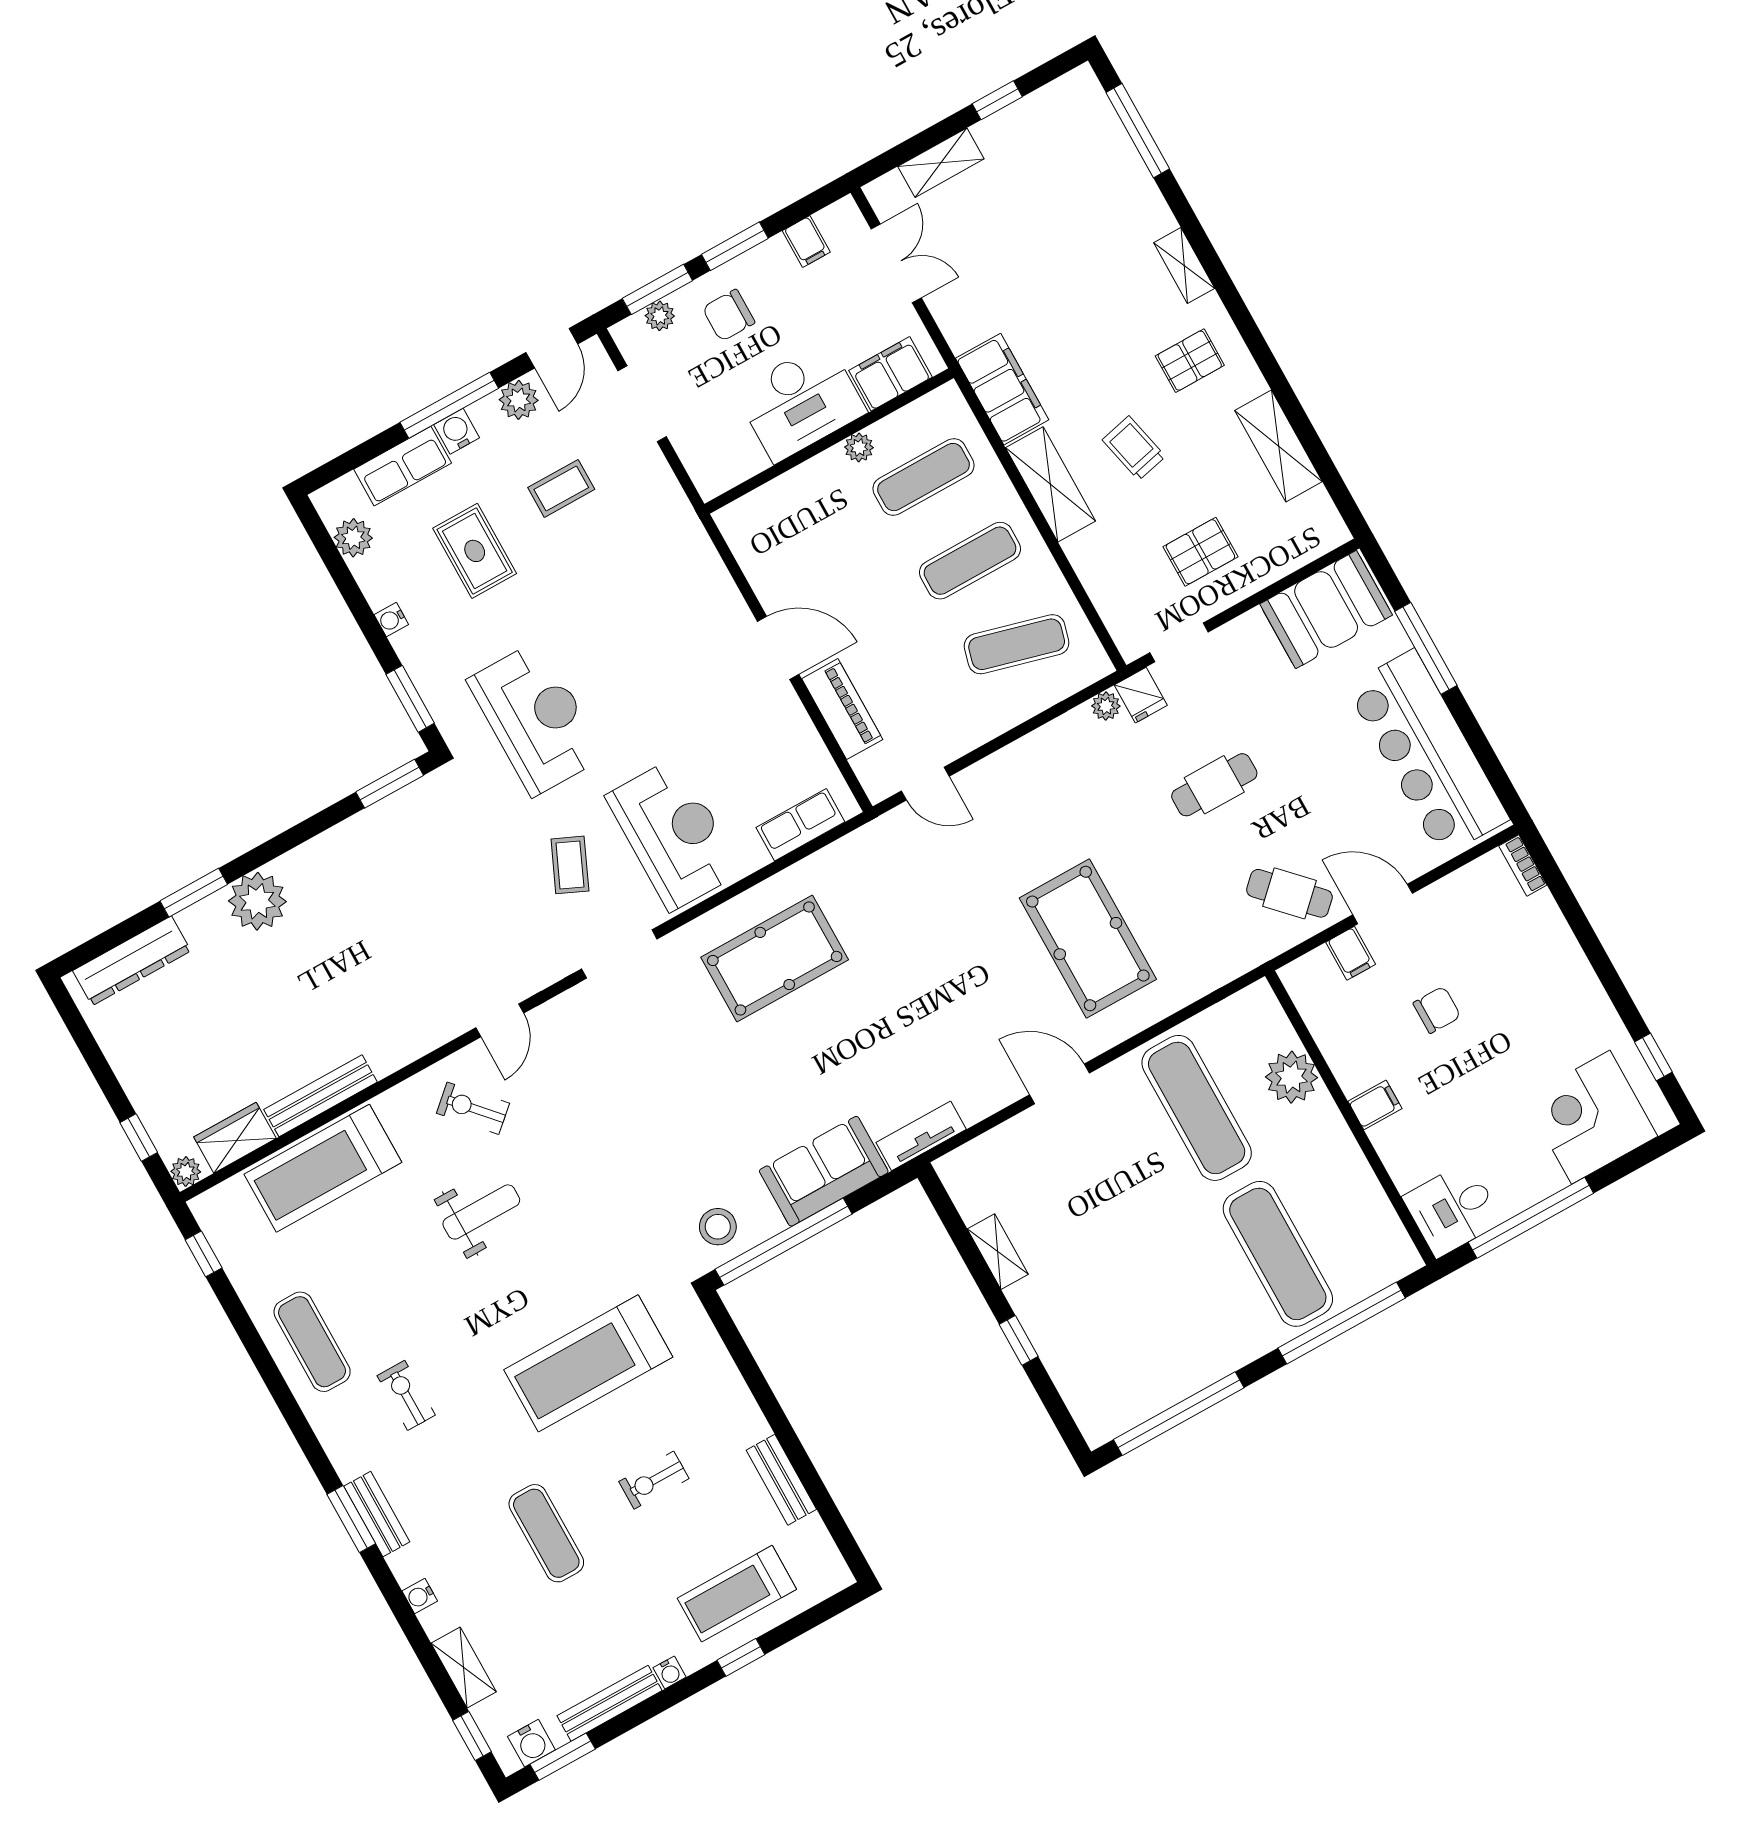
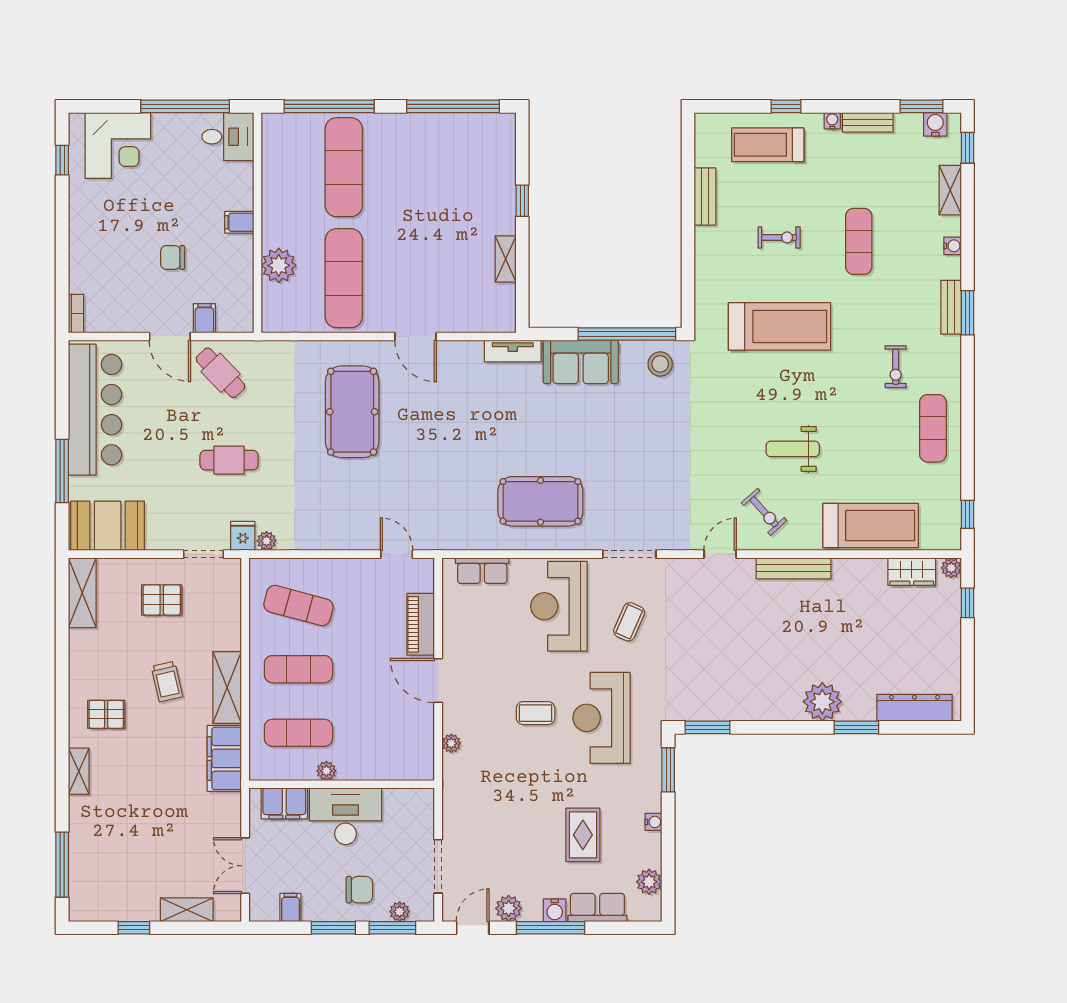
shelving: (1279, 446) -> (82, 593), moved
coffee table: (561, 488) -> (536, 713), moved
plant: (715, 575) -> (451, 743), added
bench: (321, 1096) -> (793, 568), moved
treadmill: (737, 1594) -> (768, 145), turned 180
bench: (610, 1703) -> (868, 122), width x0.73

